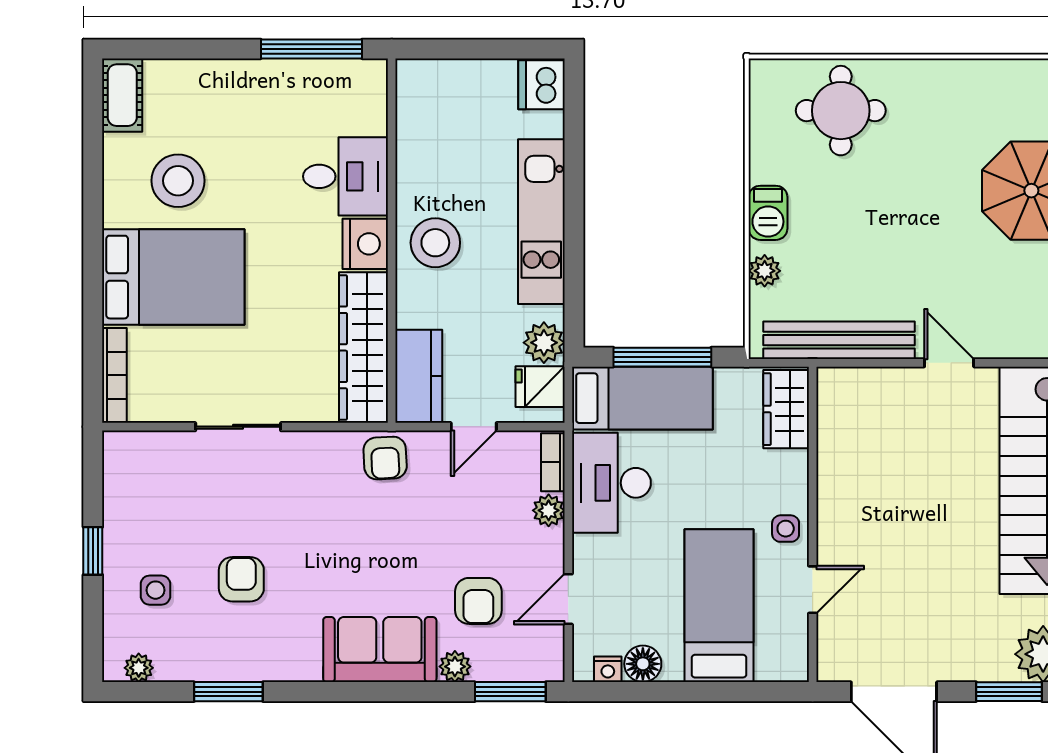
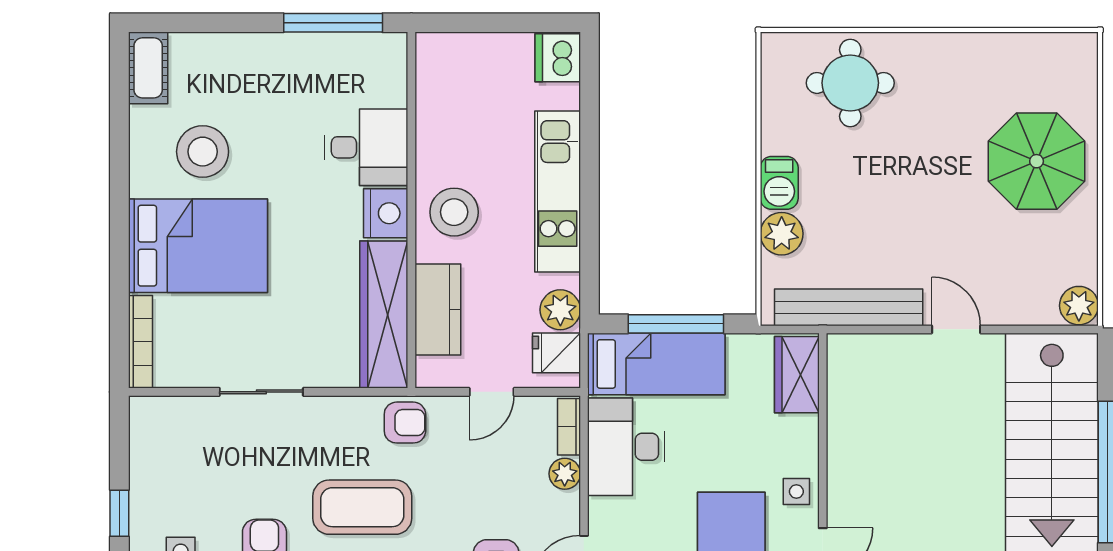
plant: (765, 271) -> (782, 234), width x1.38, depth x1.38
kitchen counter: (419, 376) -> (438, 310), moved
armchair: (385, 458) -> (405, 423), turned -87
coffee table: (341, 545) -> (362, 507), added

